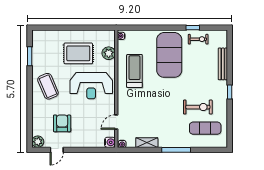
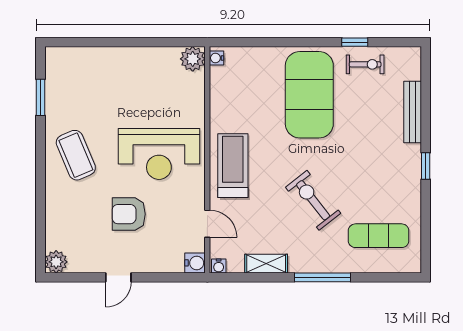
rug: (78, 53) -> (134, 92), removed
plant: (109, 53) -> (193, 59), moved
treadmill: (134, 71) -> (233, 166), moved
exercise bike: (198, 107) -> (313, 200), moved, turned -128
door: (116, 122) -> (207, 224), swing flipped
armchair: (62, 123) -> (129, 214), moved, turned -90
door: (57, 150) -> (118, 277), moved

